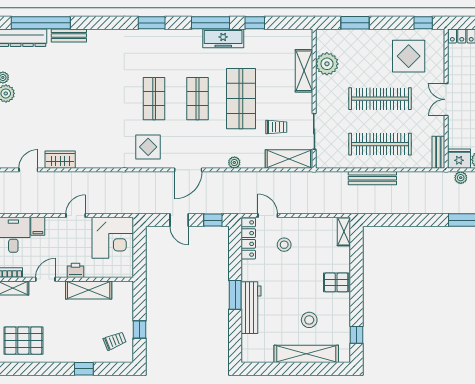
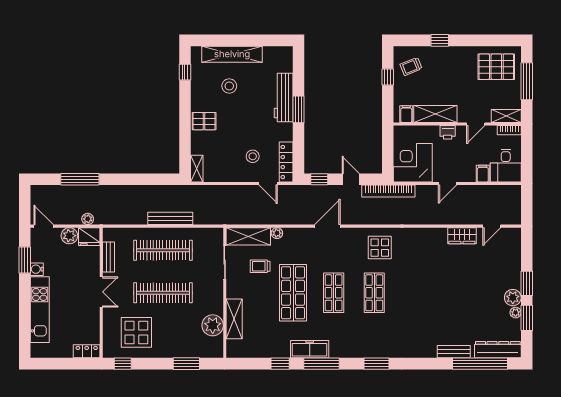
bench: (438, 152) -> (109, 257), moved
plant: (234, 162) -> (277, 233), moved
door: (188, 170) -> (327, 226), moved
bookcase: (139, 208) -> (388, 191), added
filing cabinet: (120, 290) -> (406, 114), added

